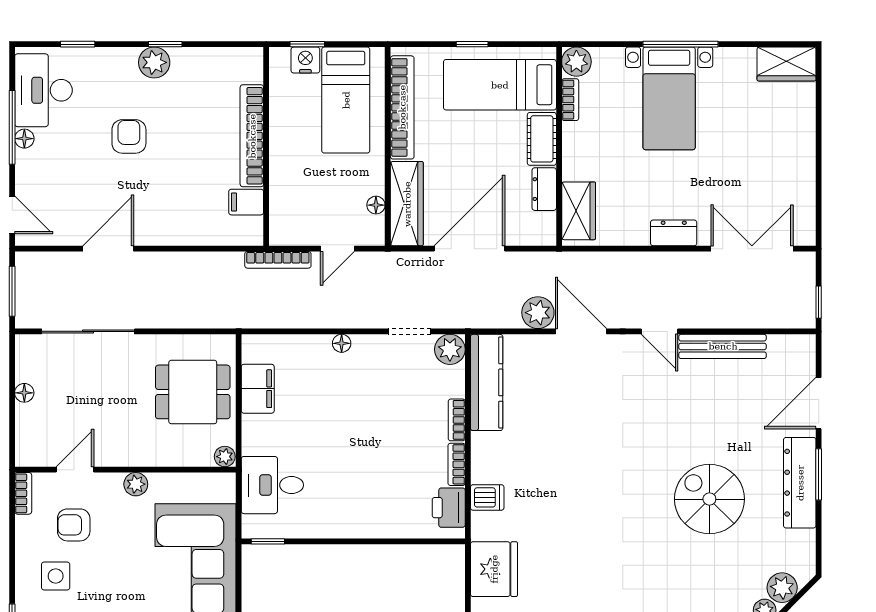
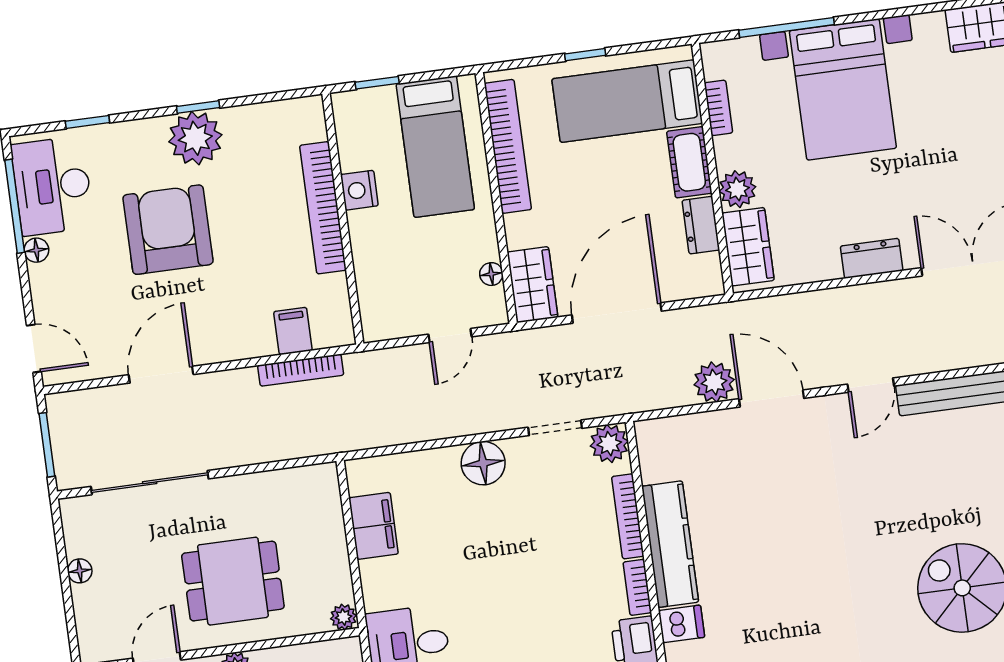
window: (680, 44) -> (787, 27), moved
nightstand: (305, 60) -> (359, 190), moved, turned -90
plant: (154, 62) -> (195, 138), width x1.36, depth x1.36
plant: (576, 62) -> (737, 189), moved
bed with nightstands: (669, 98) -> (843, 89), width x1.36
window: (12, 127) -> (15, 206), moved
armchair: (129, 136) -> (168, 230), width x1.88, depth x1.88
filing cabinet: (246, 202) -> (293, 331), moved, turned 90
wardrobe: (407, 204) -> (532, 285), width x0.67
bookcase: (278, 260) -> (301, 370), moved
door: (660, 331) -> (871, 385), hinge flipped
floor lamp: (342, 343) -> (483, 463), width x1.89, depth x1.89
kitchen counter: (487, 382) -> (670, 544), moved
dining table: (193, 392) -> (233, 581), moved
bookcase: (457, 420) -> (628, 516), width x1.56

